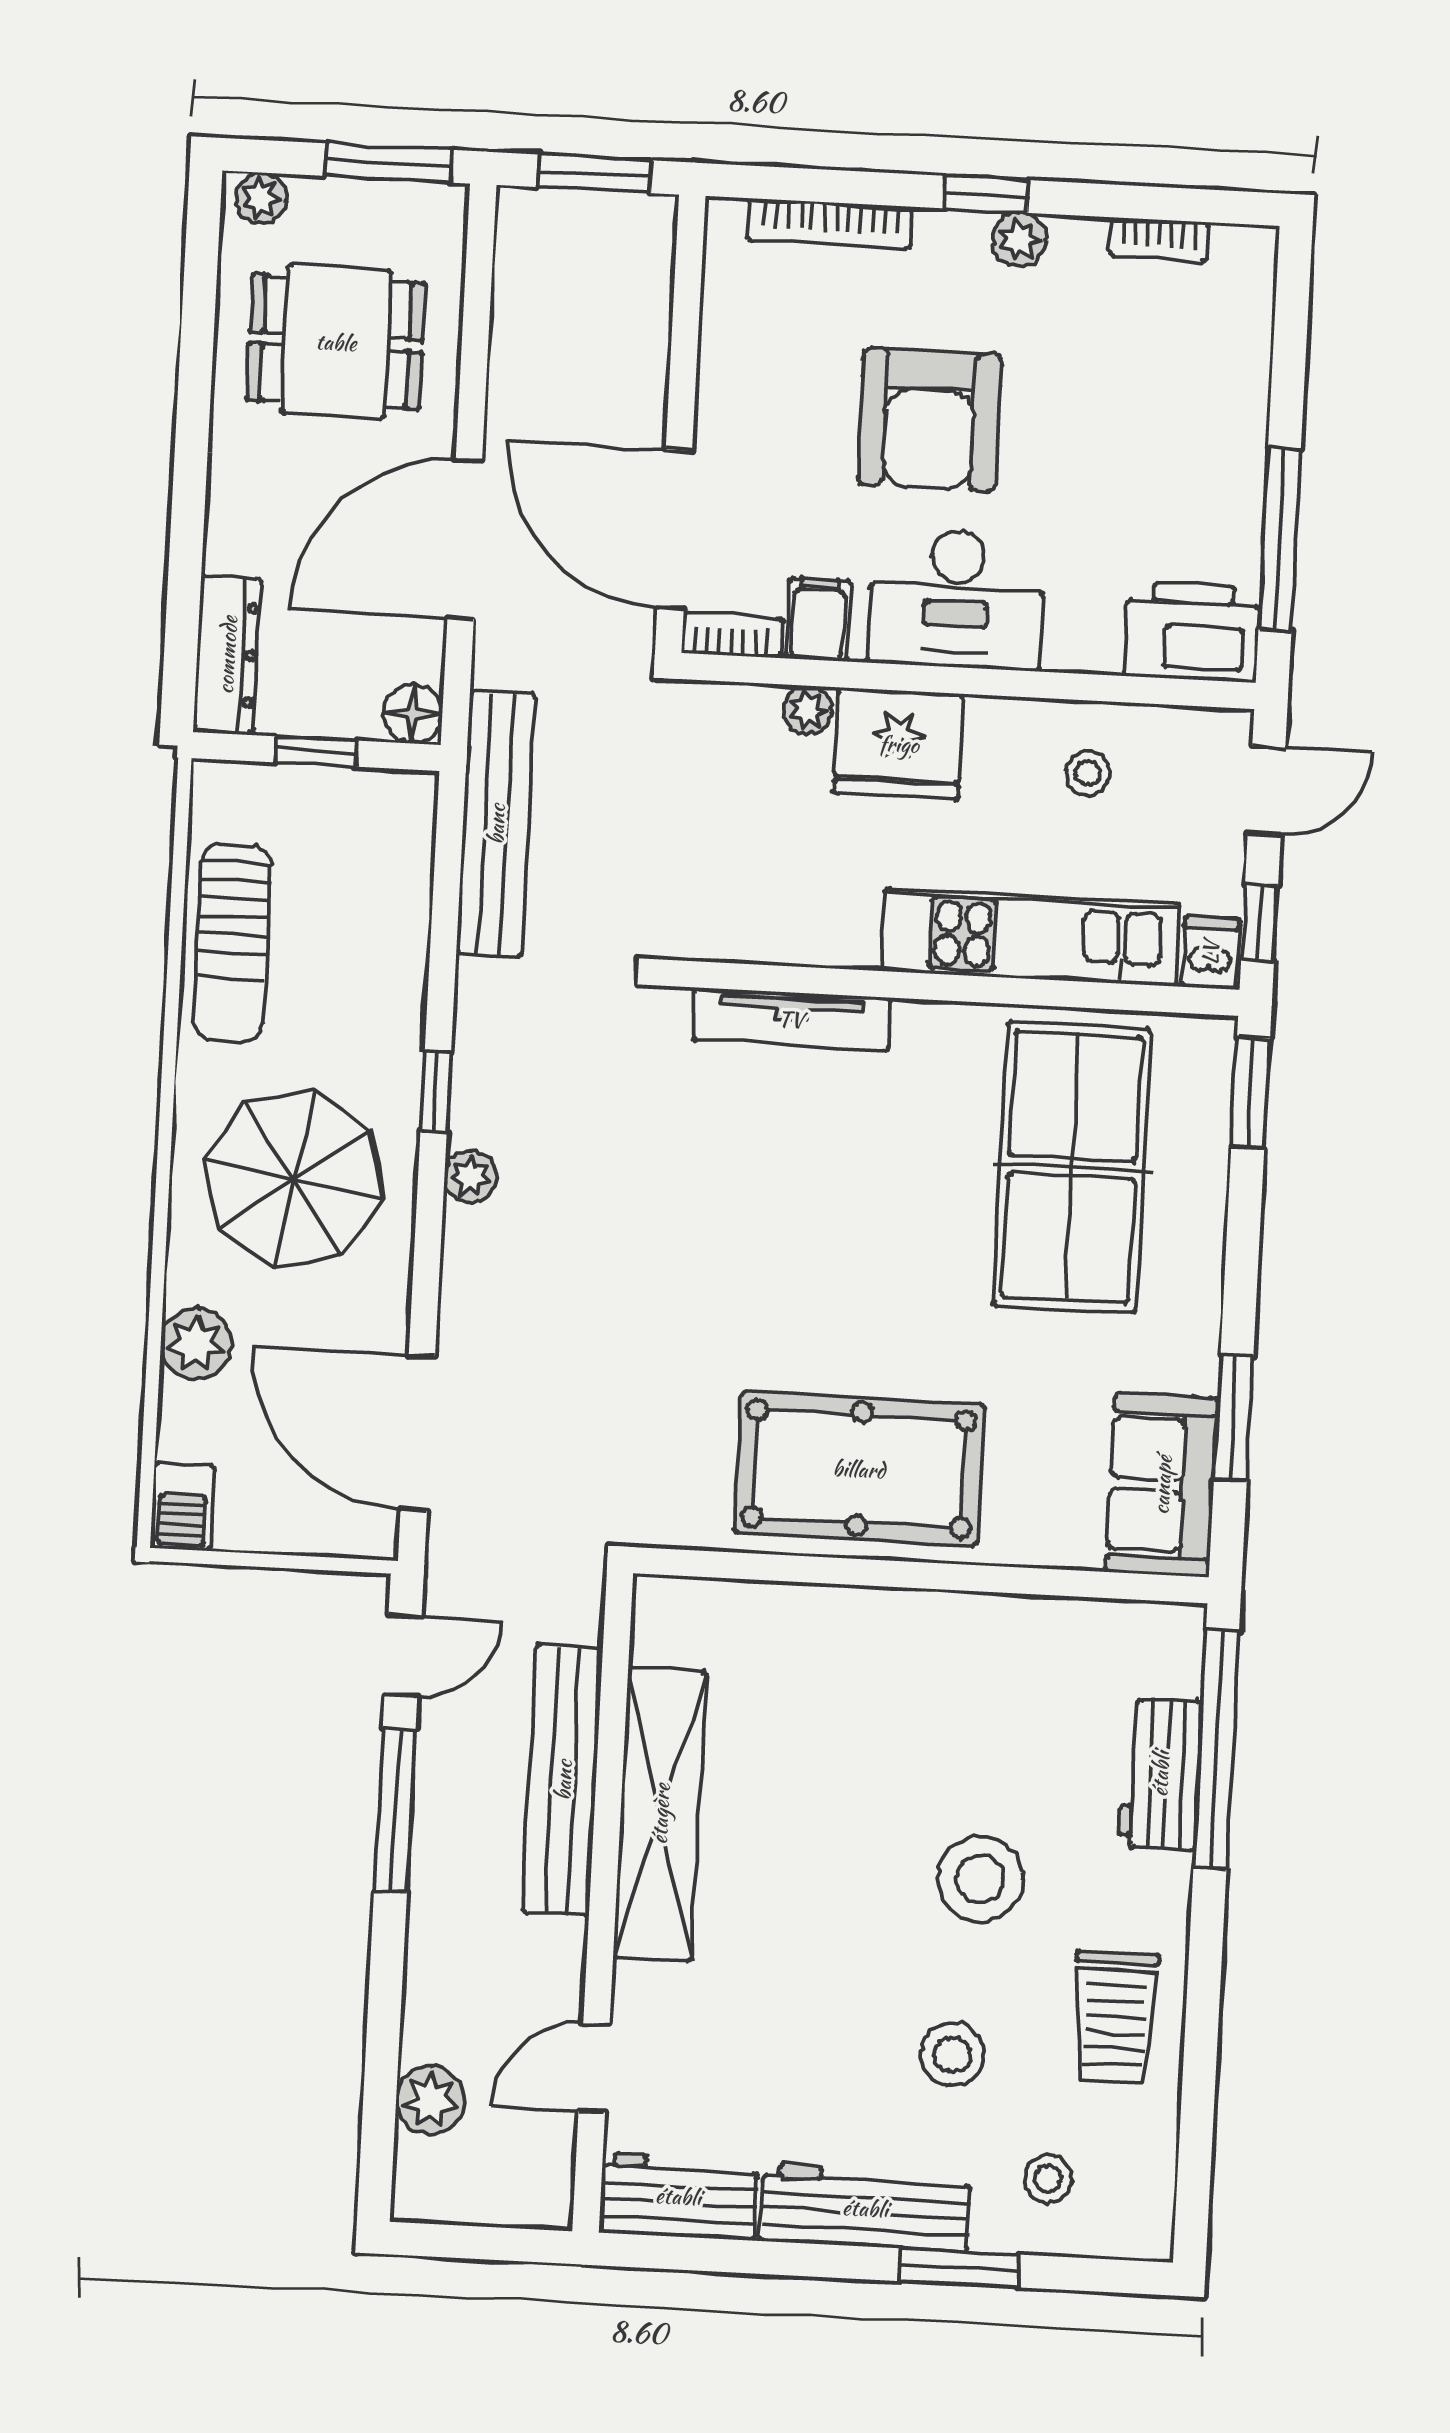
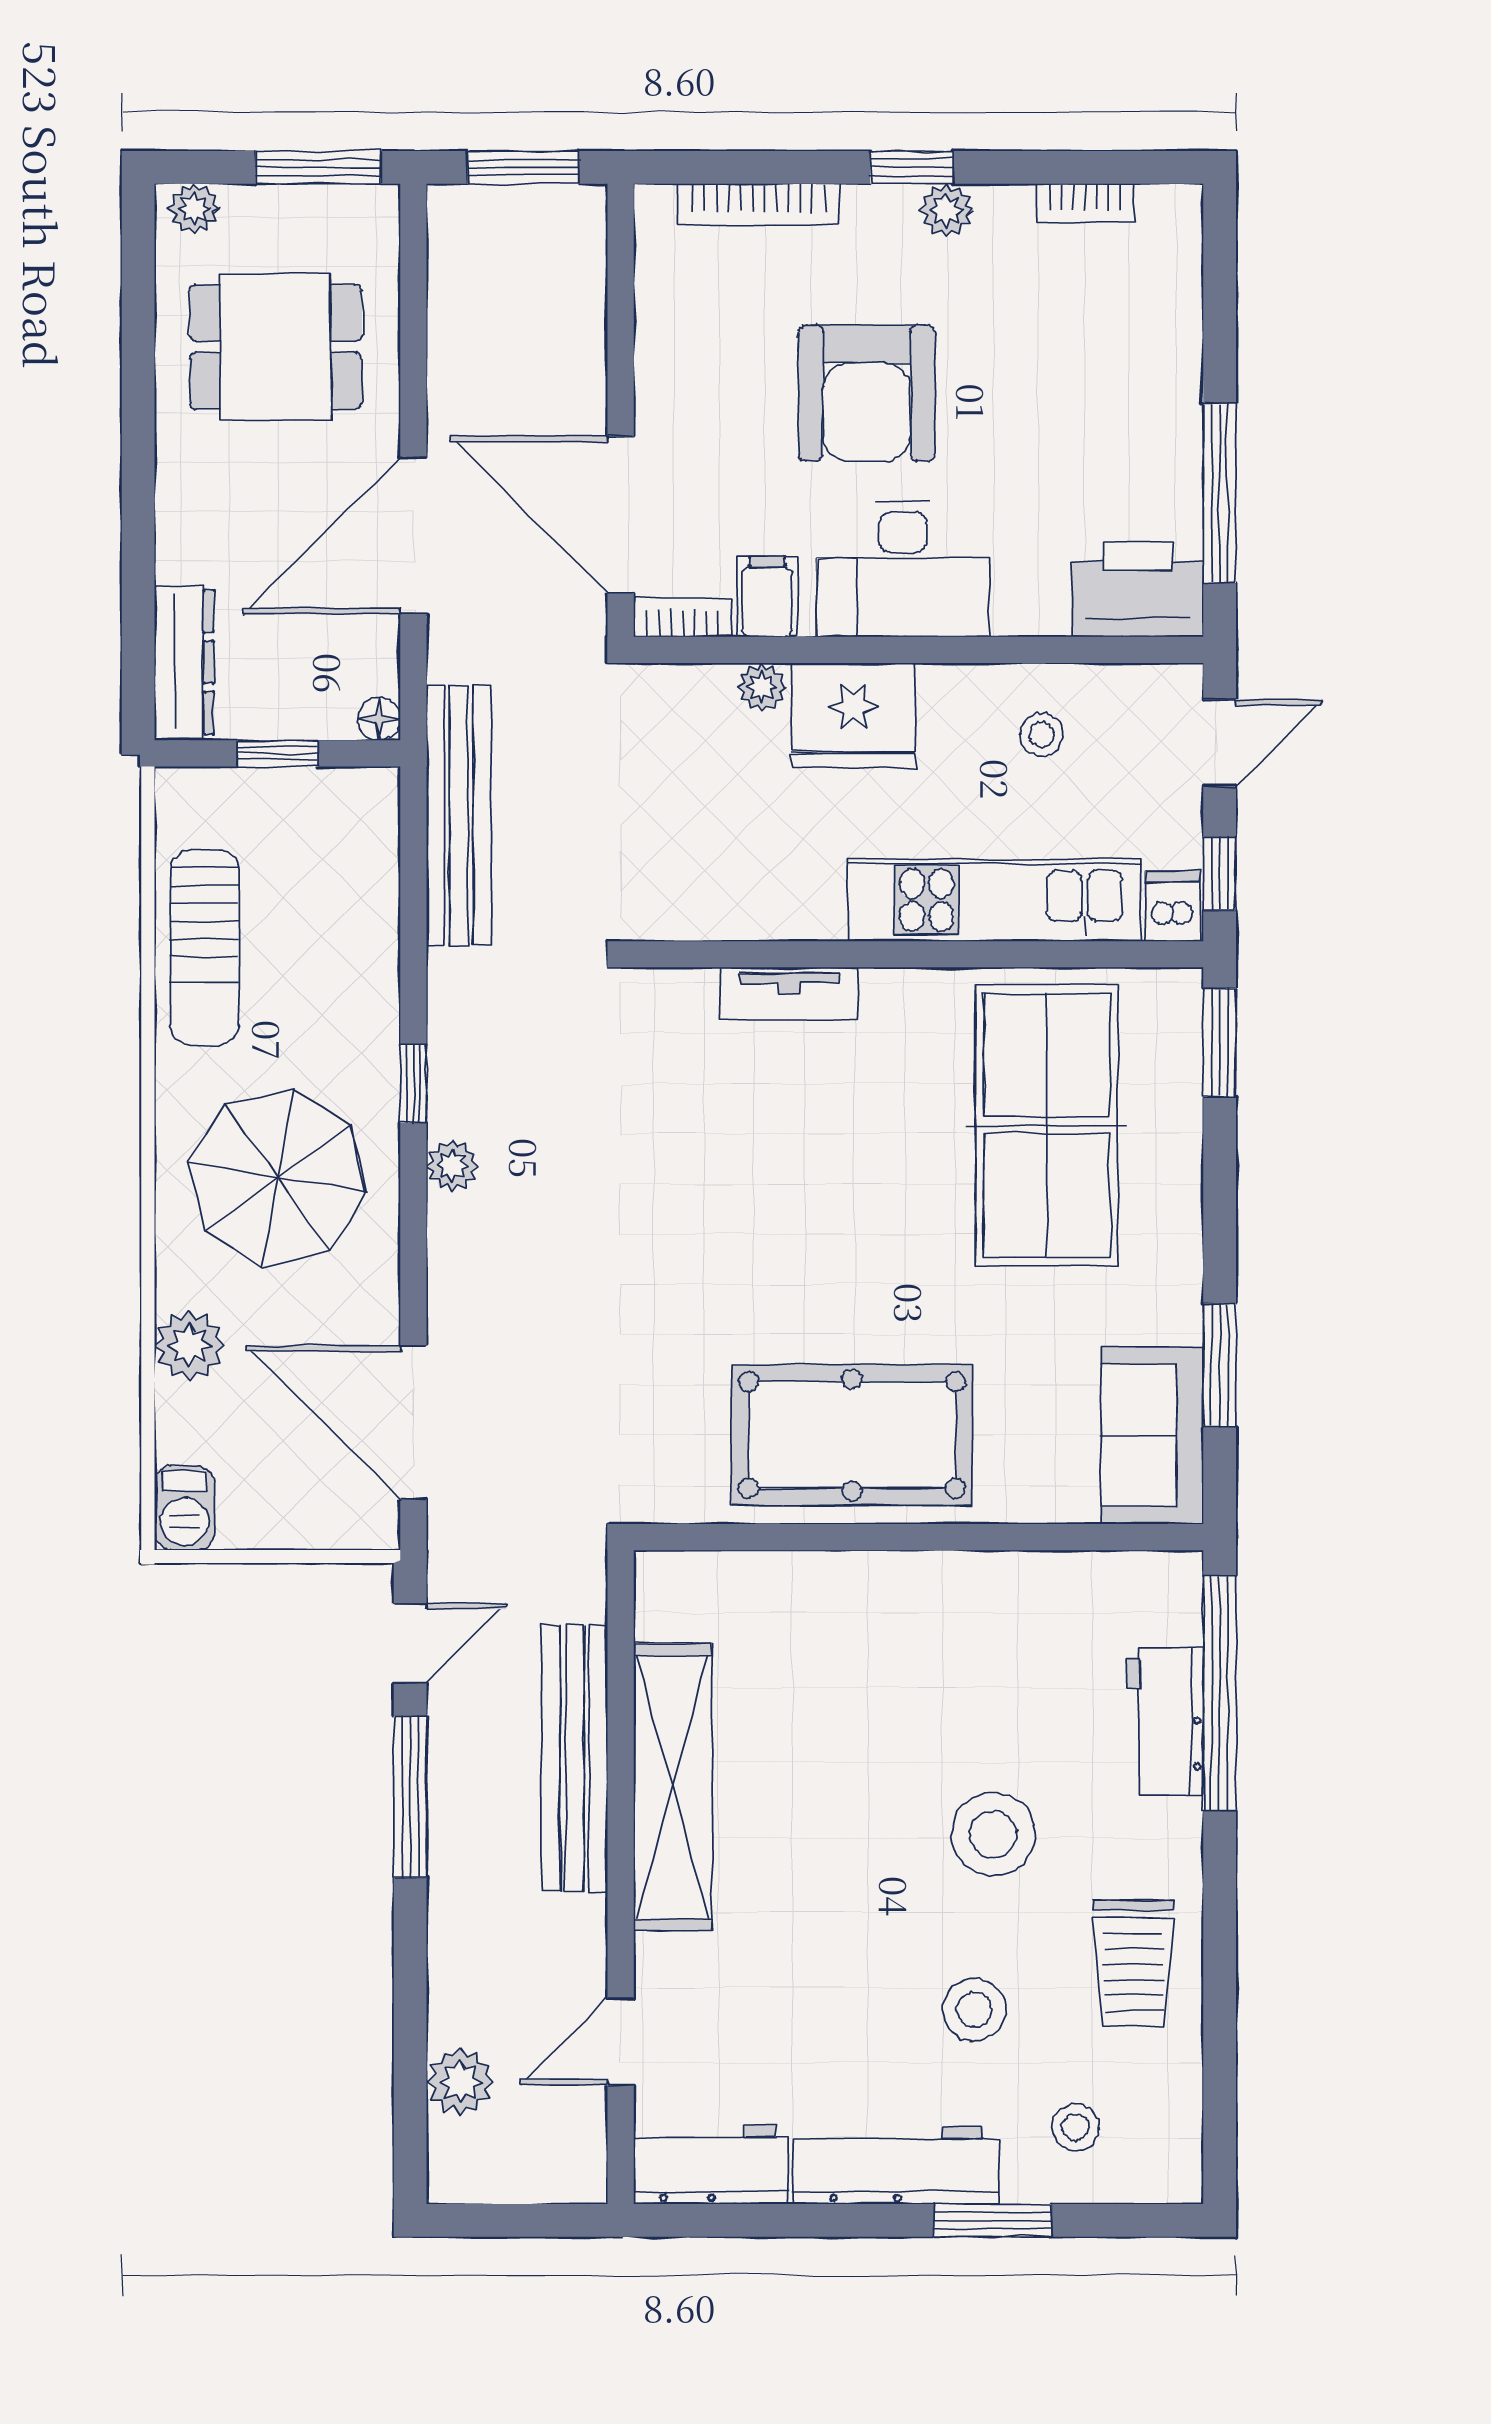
floor lamp: (413, 714) -> (379, 719), width x0.73, depth x0.73
tv unit: (791, 1019) -> (790, 994), width x0.71

